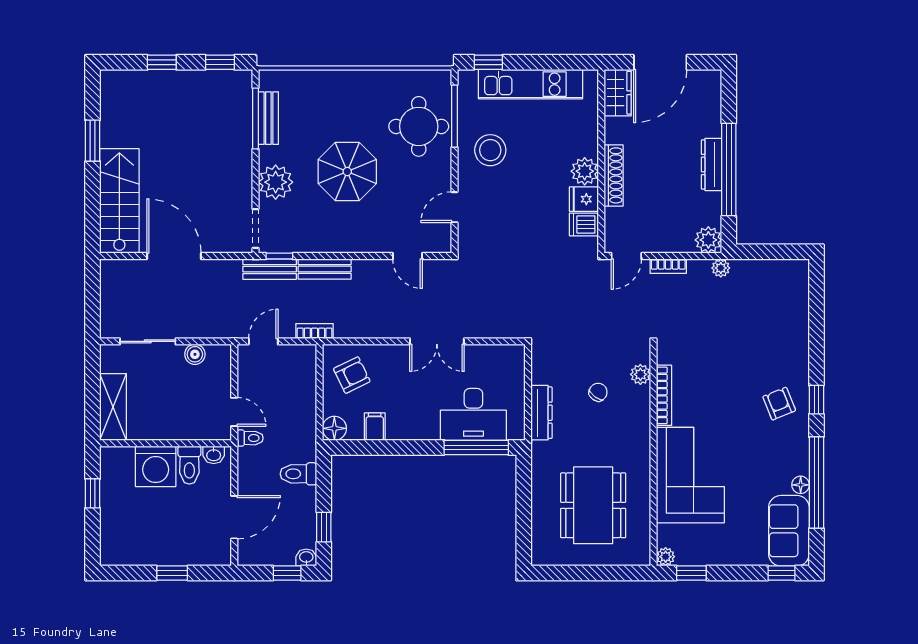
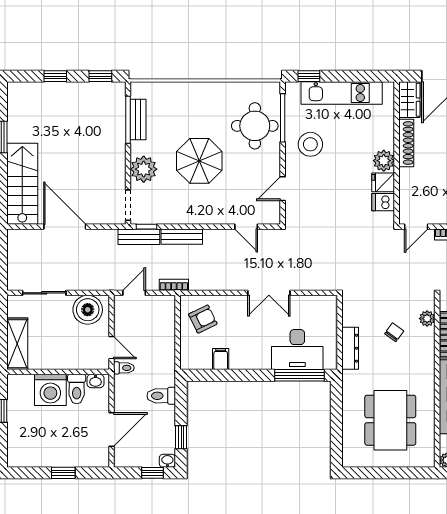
shoe rack: (614, 175) -> (406, 143), moved
boiler: (195, 354) -> (88, 310), width x1.86, depth x1.86
floor lamp: (334, 428) -> (189, 360), removed

